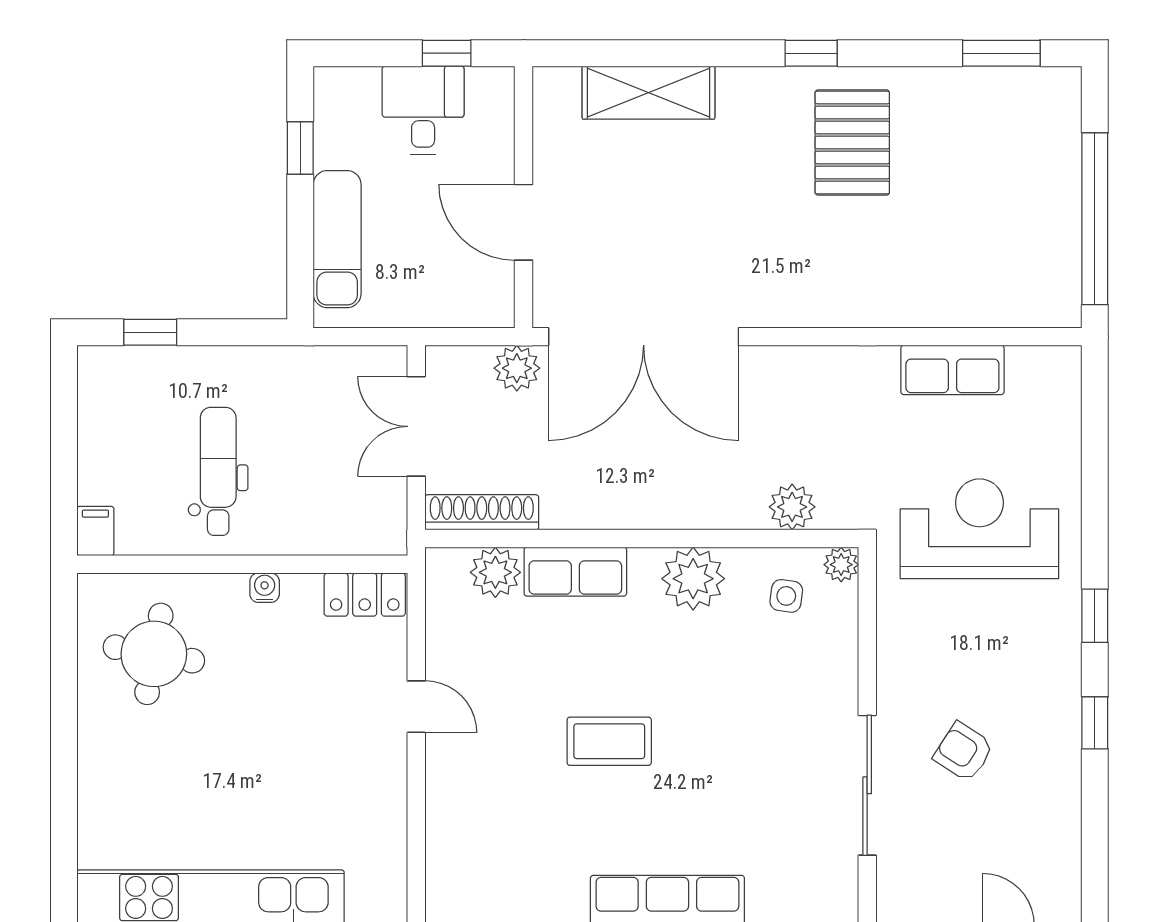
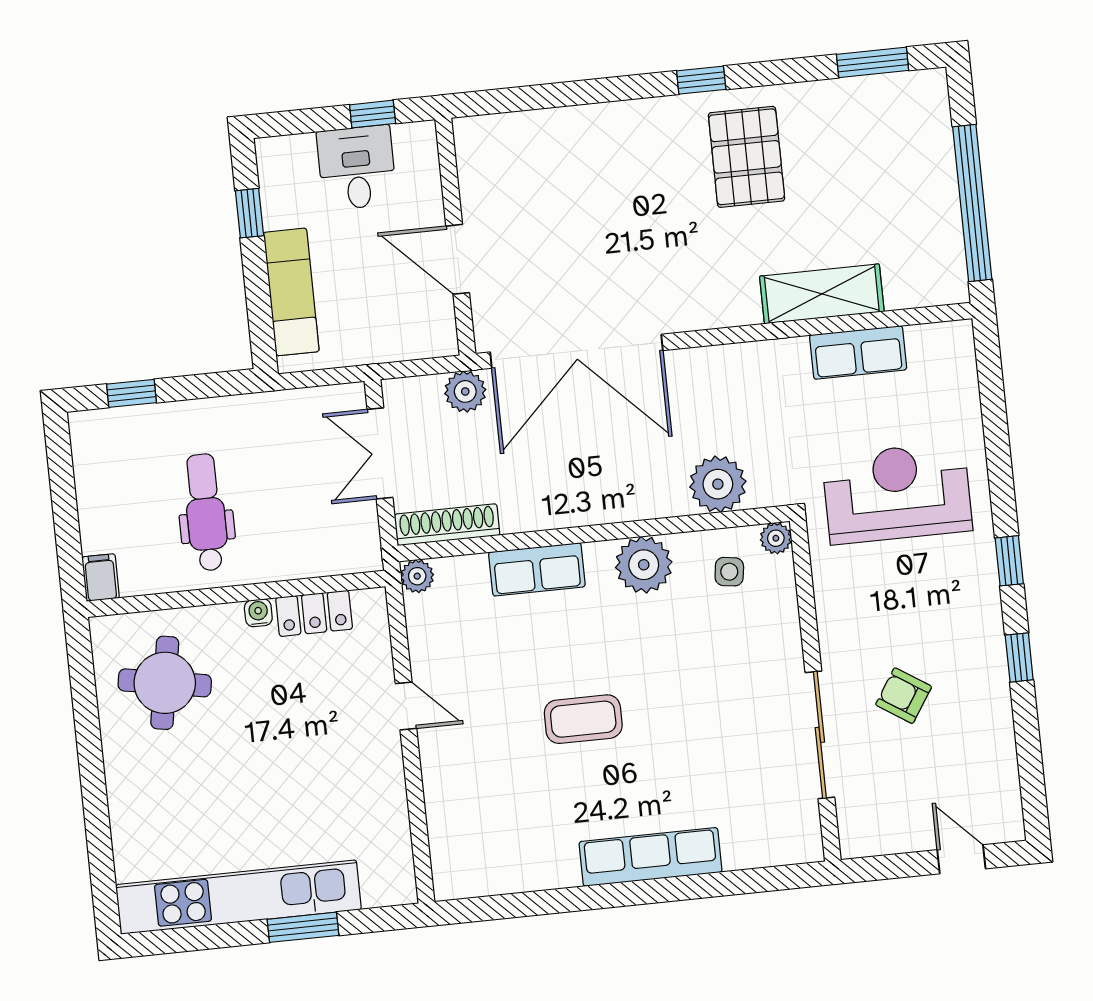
shelving: (648, 93) -> (822, 294), moved
plant: (792, 507) -> (718, 484), width x1.36, depth x1.36
plant: (495, 572) -> (417, 576), moved, width x0.73, depth x0.73
locker: (365, 595) -> (314, 613), moved

